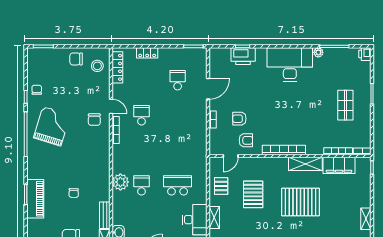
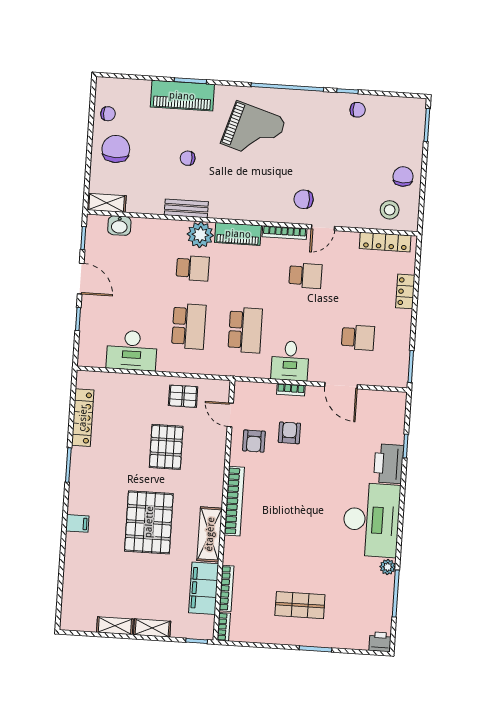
printer: (243, 56) -> (389, 464), moved
desk: (195, 121) -> (290, 361), added
grand piano: (52, 126) -> (253, 131), moved
school desk: (178, 150) -> (245, 330), added
piano: (119, 159) -> (238, 234), added
pallet: (253, 194) -> (166, 447), turned 90
bench: (105, 215) -> (186, 208), moved
shelving: (214, 218) -> (152, 628), moved

